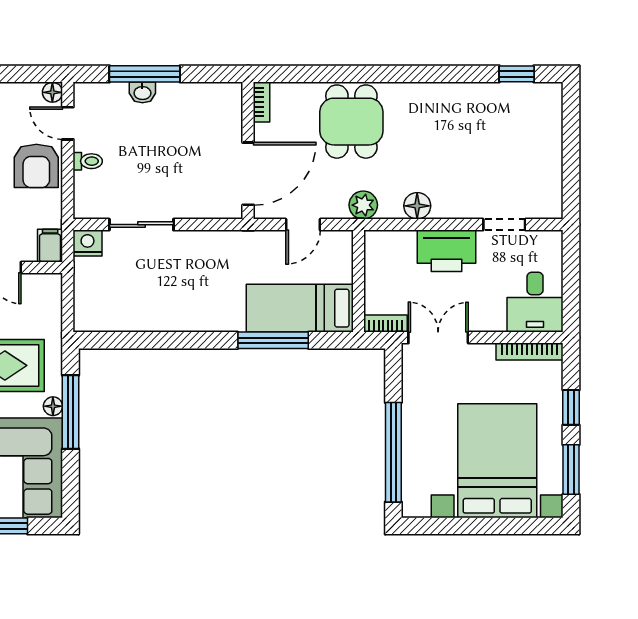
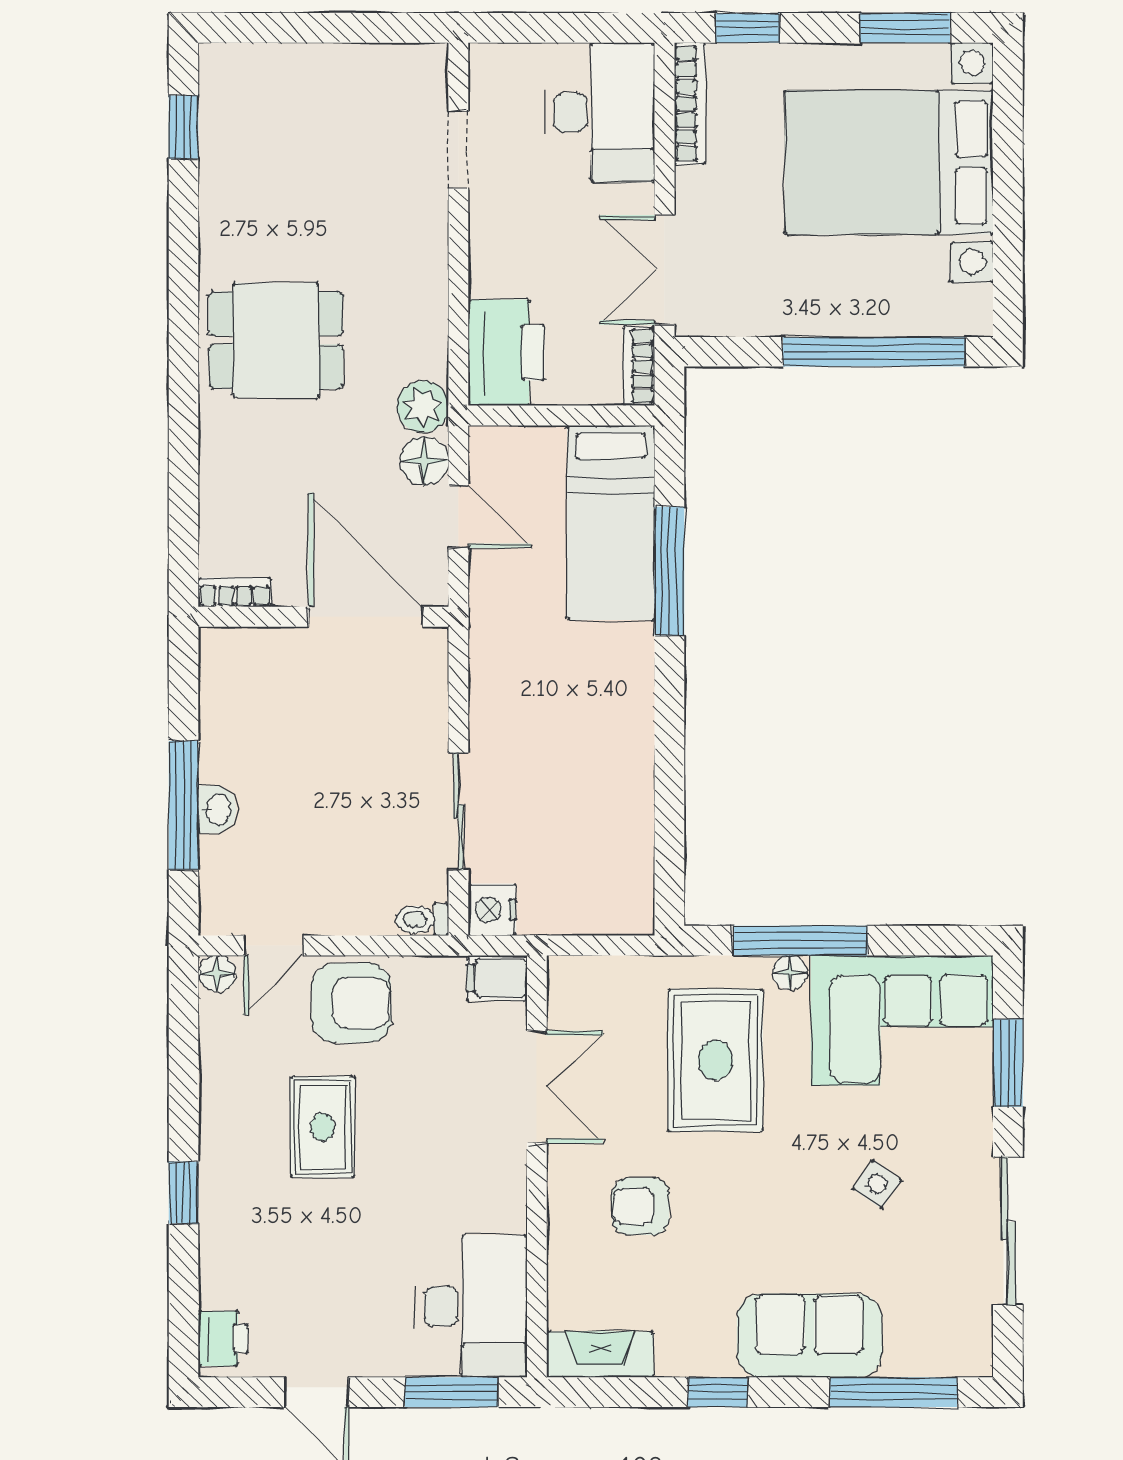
dining table: (351, 122) -> (276, 340), moved
toilet: (88, 161) -> (422, 920), moved, turned -90
floor lamp: (417, 206) -> (424, 461), moved
printer: (447, 251) -> (506, 353), moved
desk: (535, 302) -> (600, 112), width x1.37
window: (571, 407) -> (748, 28), moved

